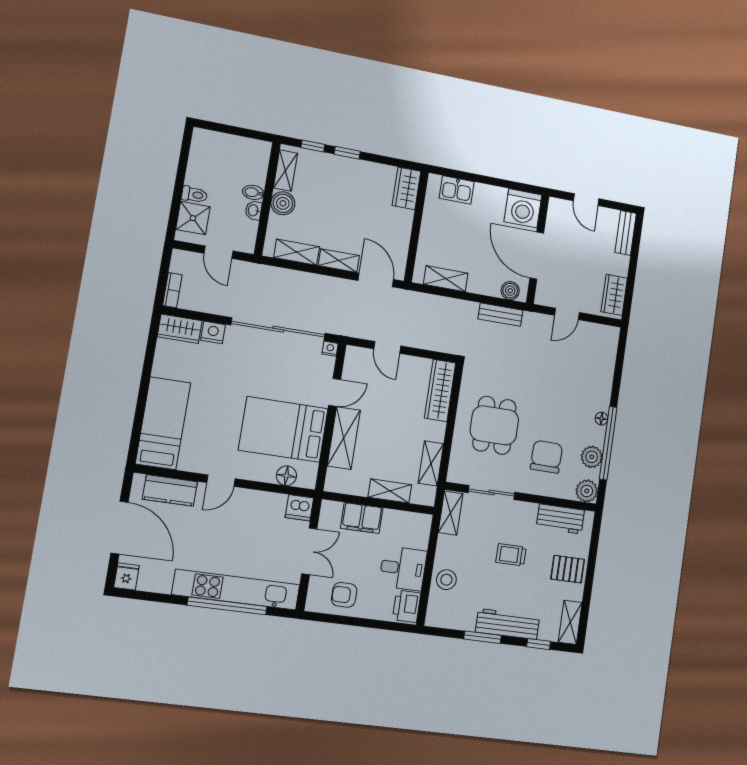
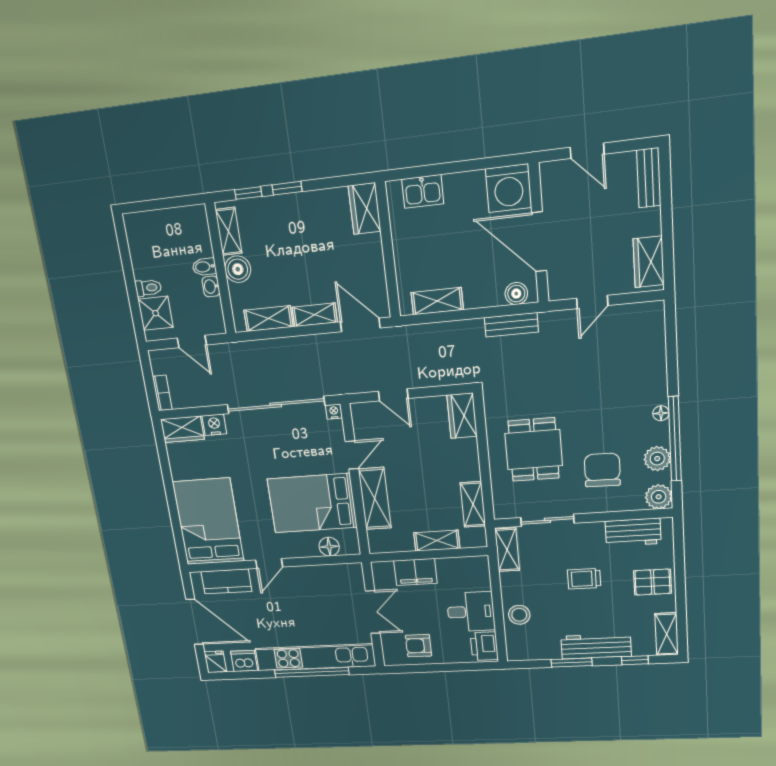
wardrobe: (440, 390) -> (462, 416), width x0.67
bed: (163, 423) -> (208, 522), width x1.50
dishwasher: (299, 508) -> (244, 661), moved, turned 180

